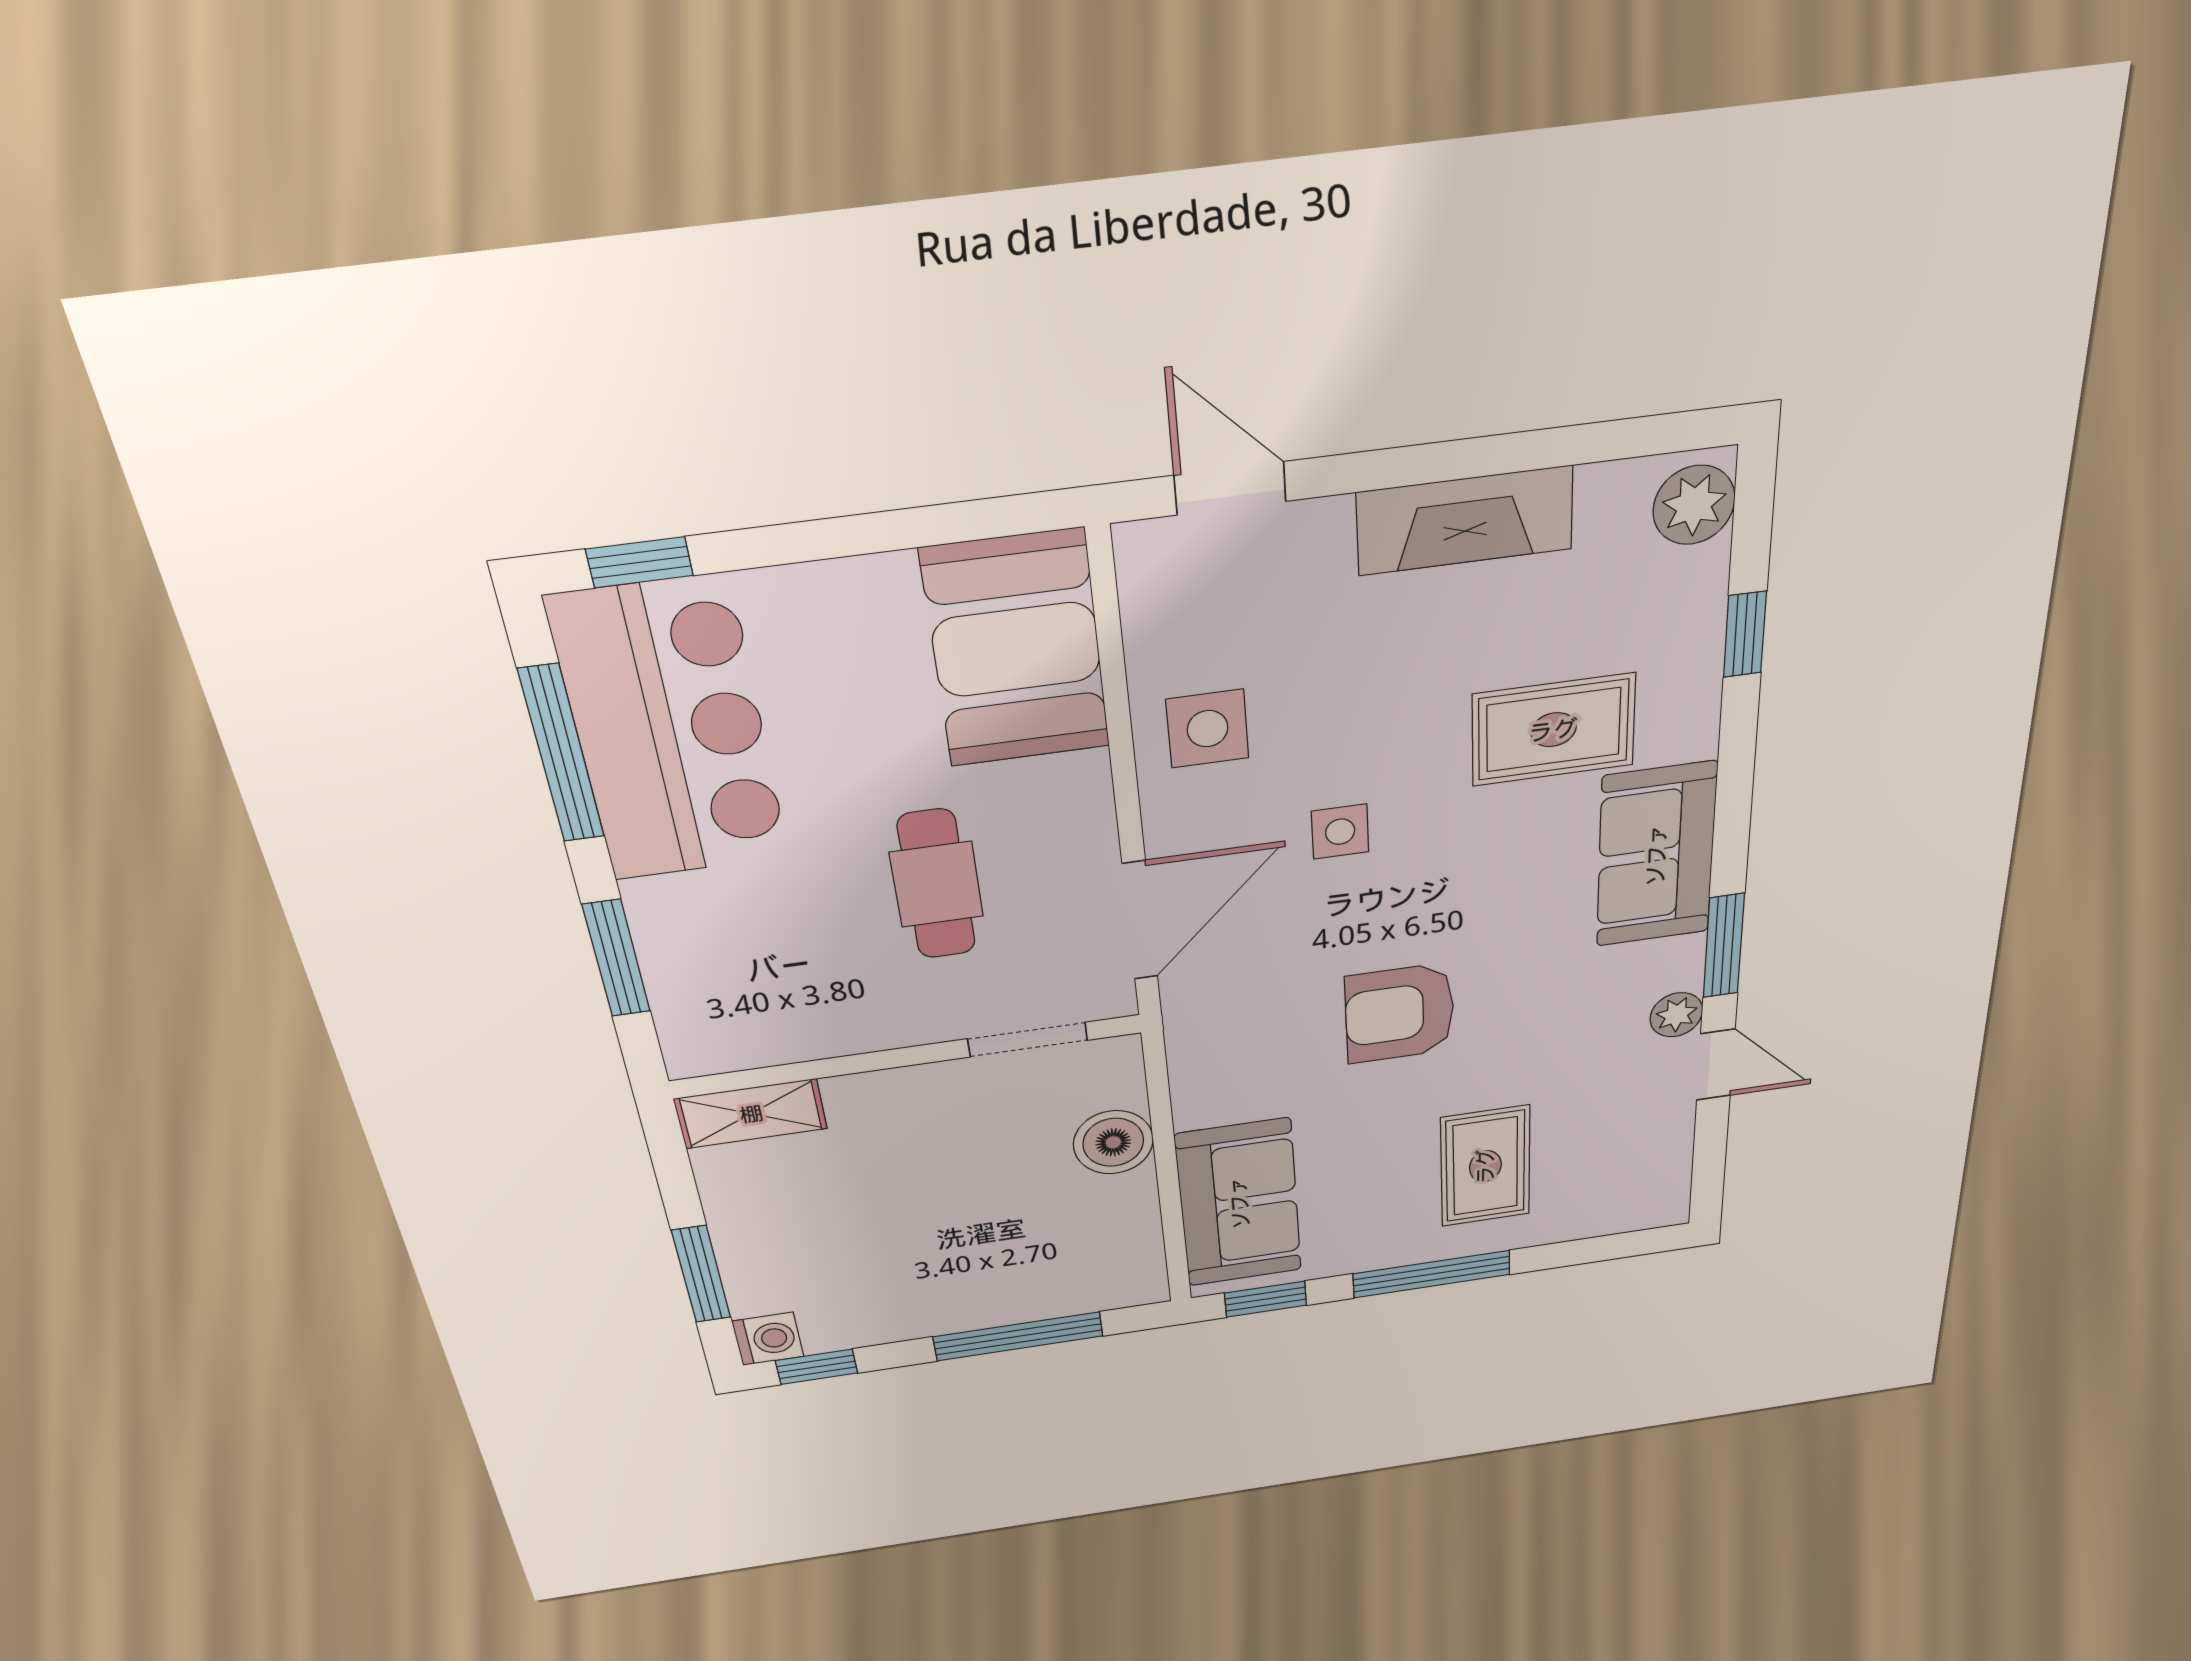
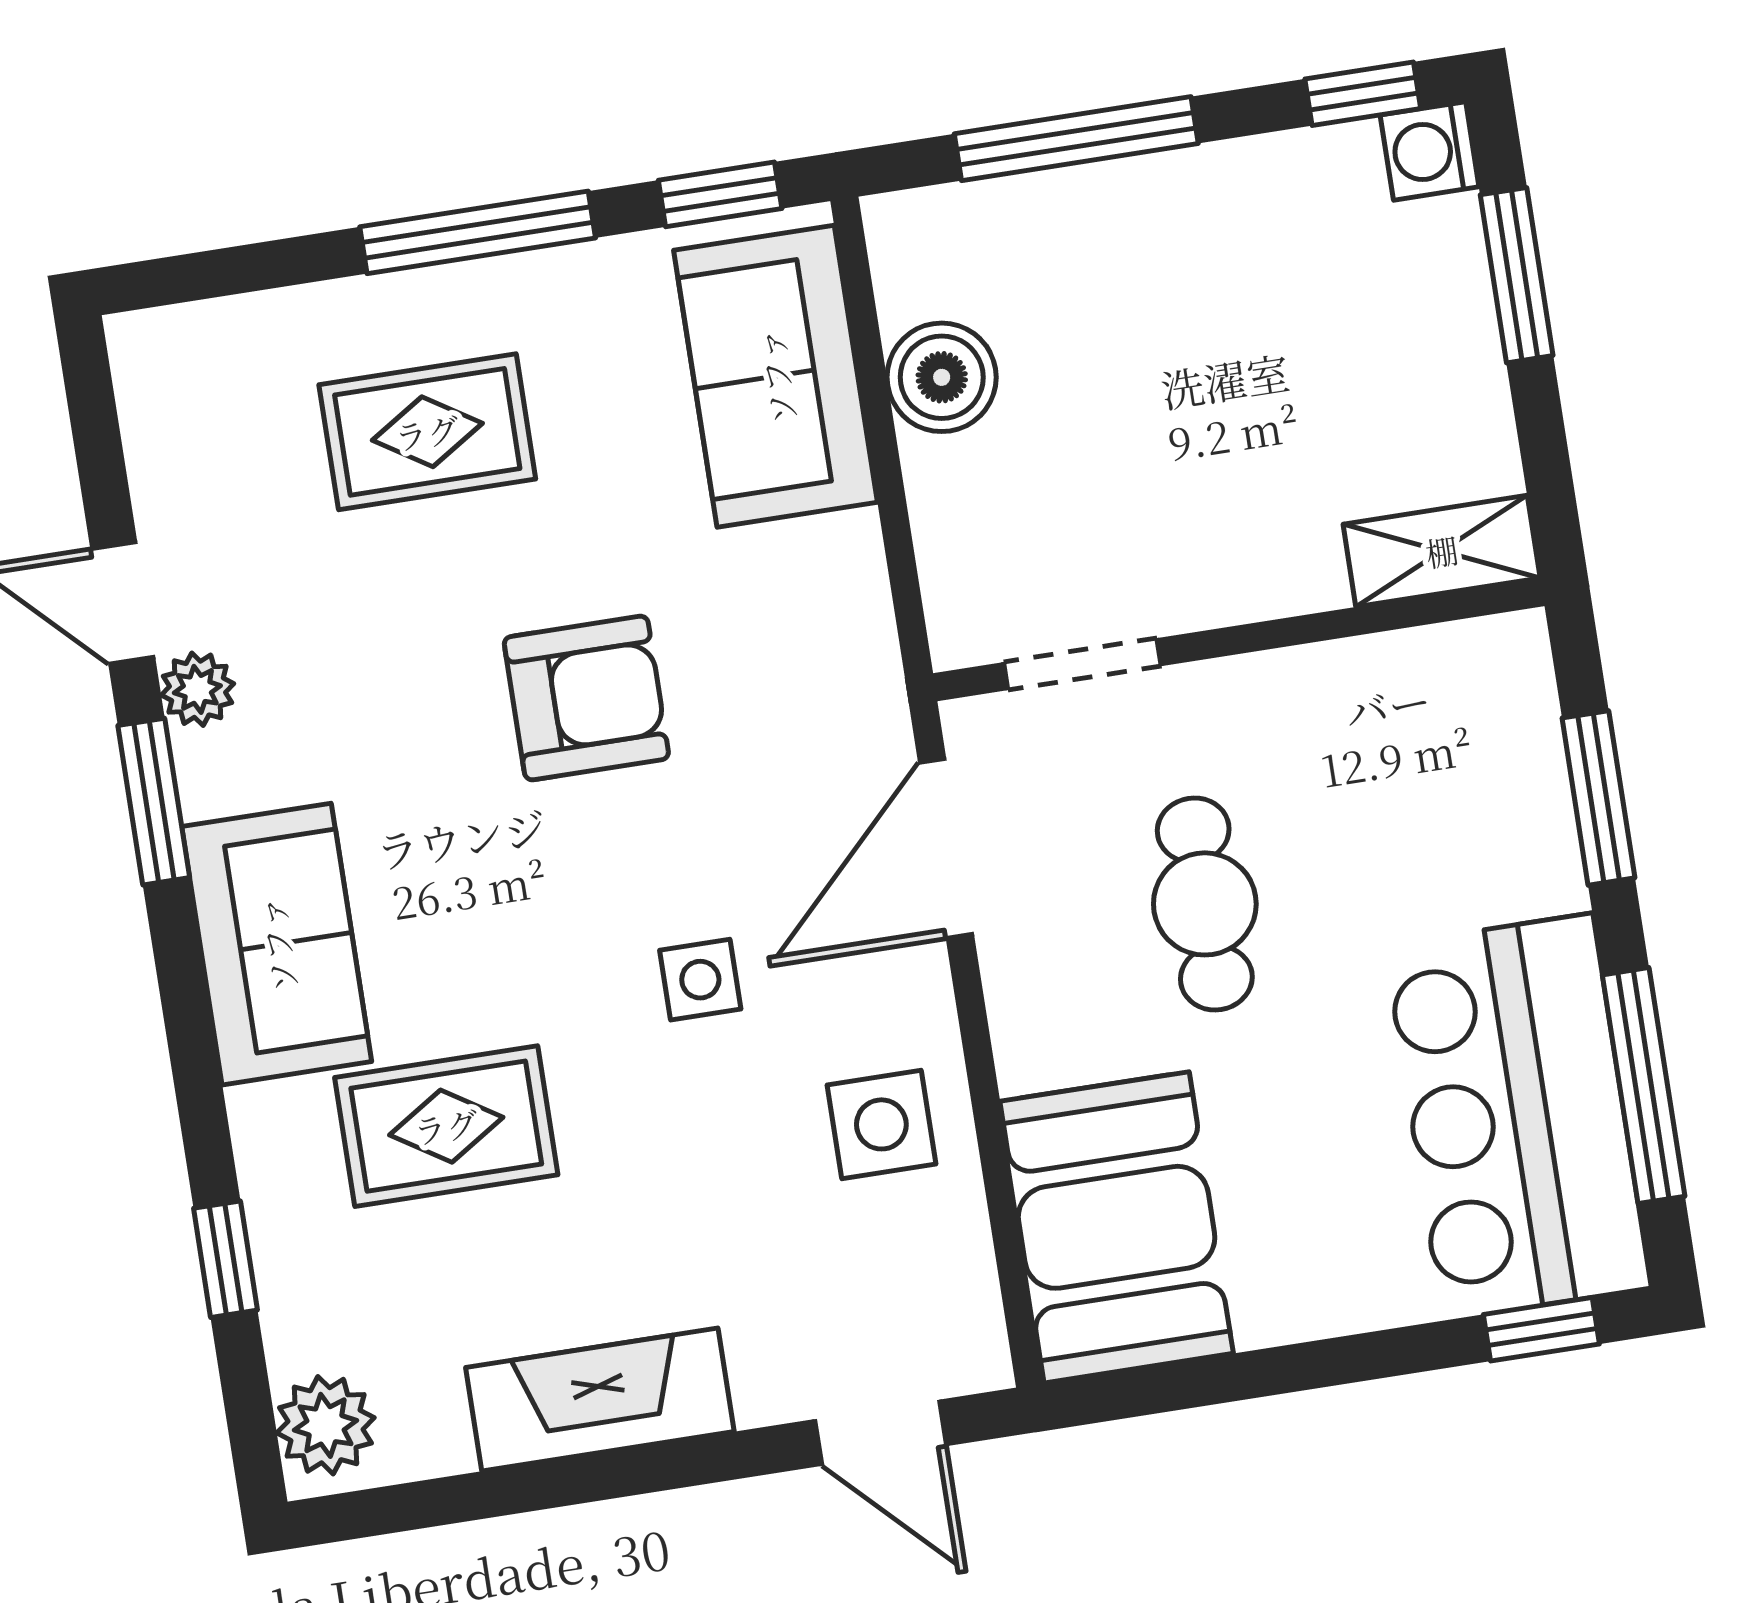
boiler: (1113, 1142) -> (942, 377), moved
rug: (1485, 1166) -> (427, 432), turned 90

